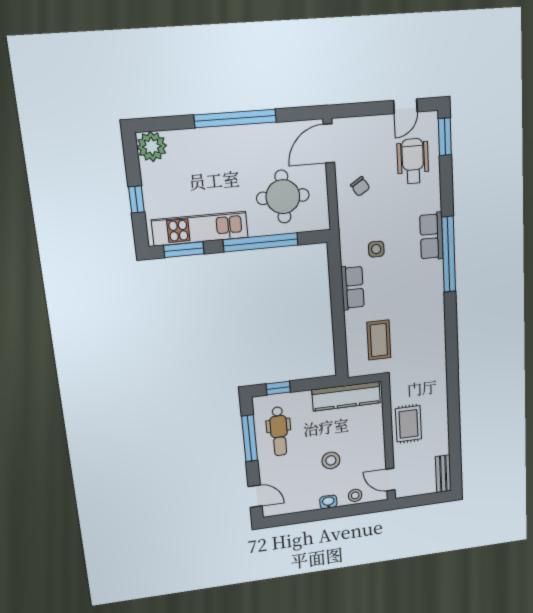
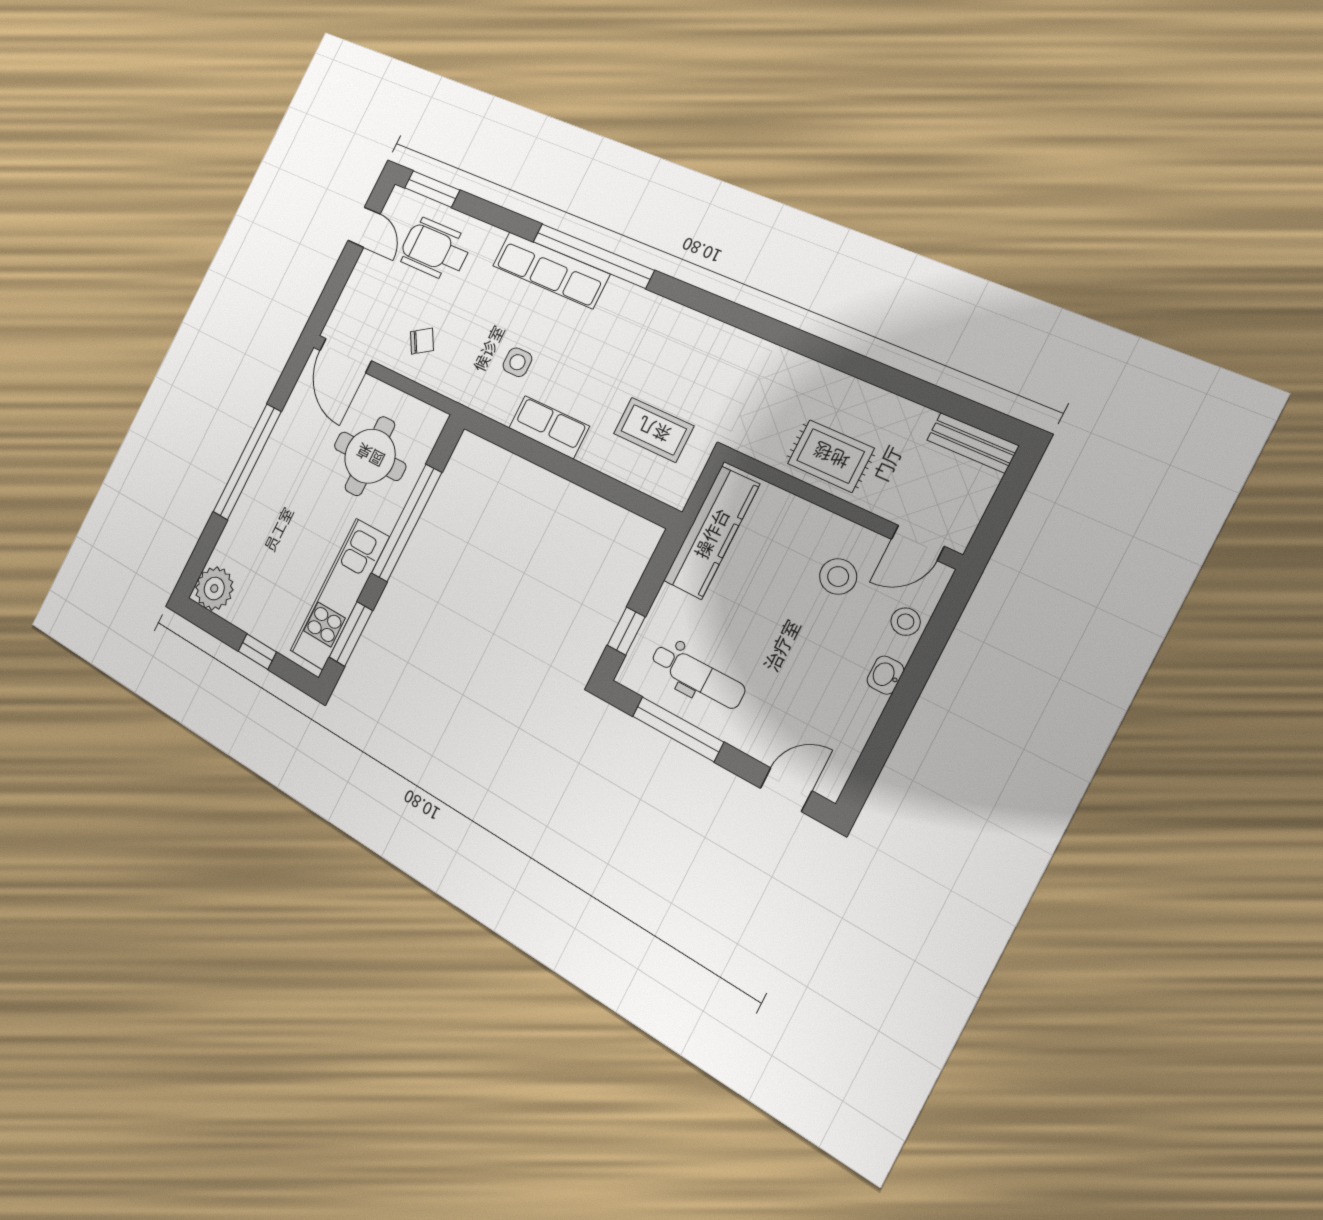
row of seats: (432, 236) -> (551, 270), width x1.48
stool: (331, 460) -> (838, 577), moved

